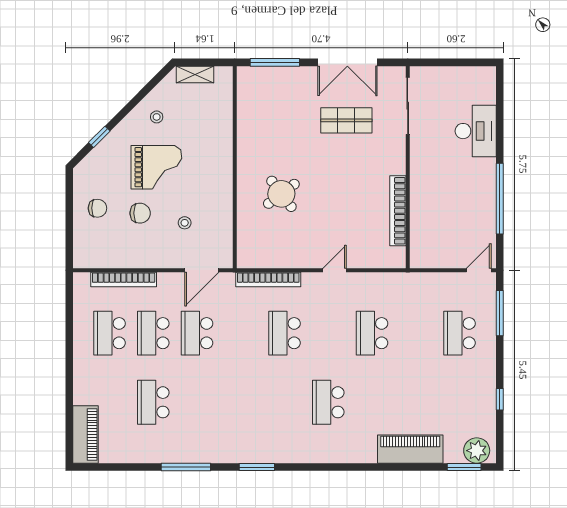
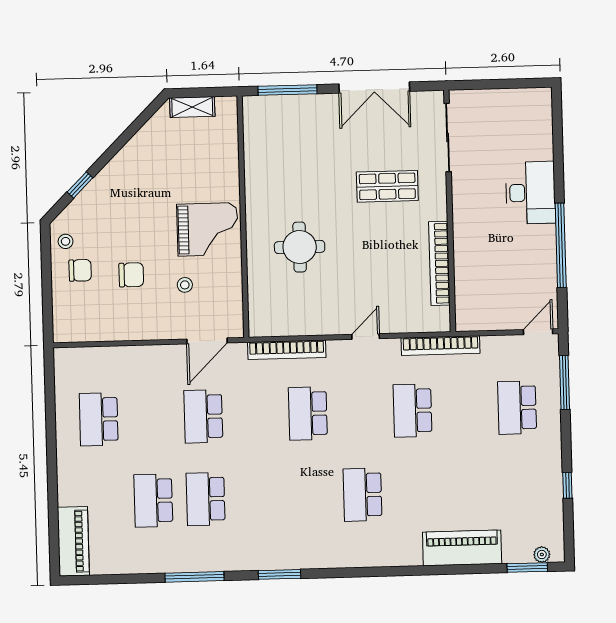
stool: (157, 117) -> (66, 241), moved
shop shelf: (346, 120) -> (387, 186), moved
desk: (476, 131) -> (530, 193), moved
grand piano: (156, 167) -> (208, 229), moved
round table: (281, 194) -> (300, 247), turned 37
bookcase: (124, 279) -> (441, 346), moved
school desk: (153, 333) -> (206, 499), moved
plant: (477, 451) -> (542, 555), width x0.53, depth x0.53

